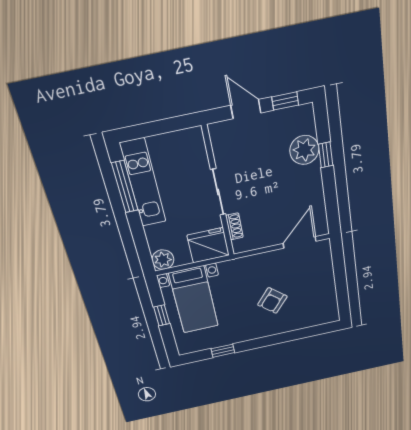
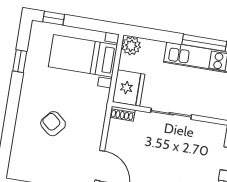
shoe rack: (234, 226) -> (122, 114), moved
window: (162, 315) -> (54, 18), moved

